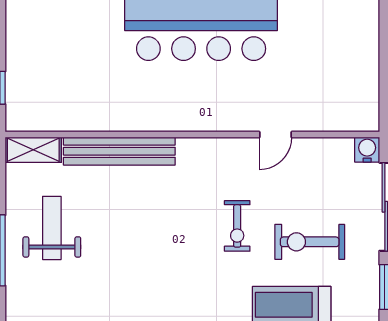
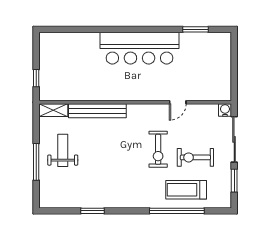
exercise bike: (237, 226) -> (158, 149), width x1.38, depth x1.39

